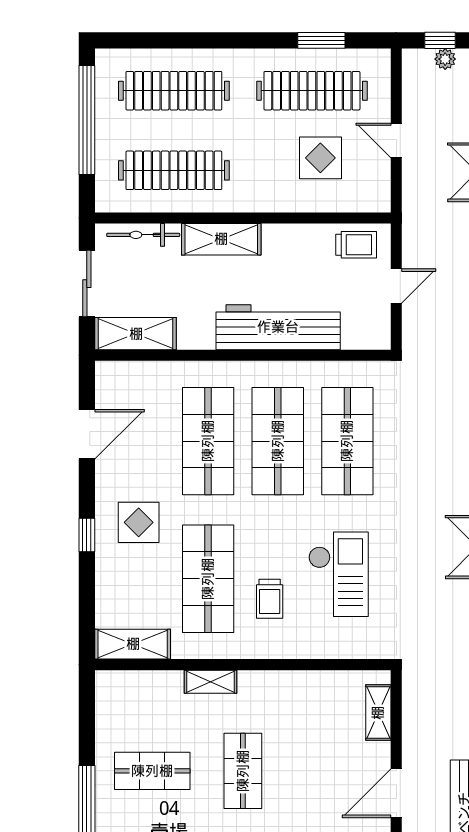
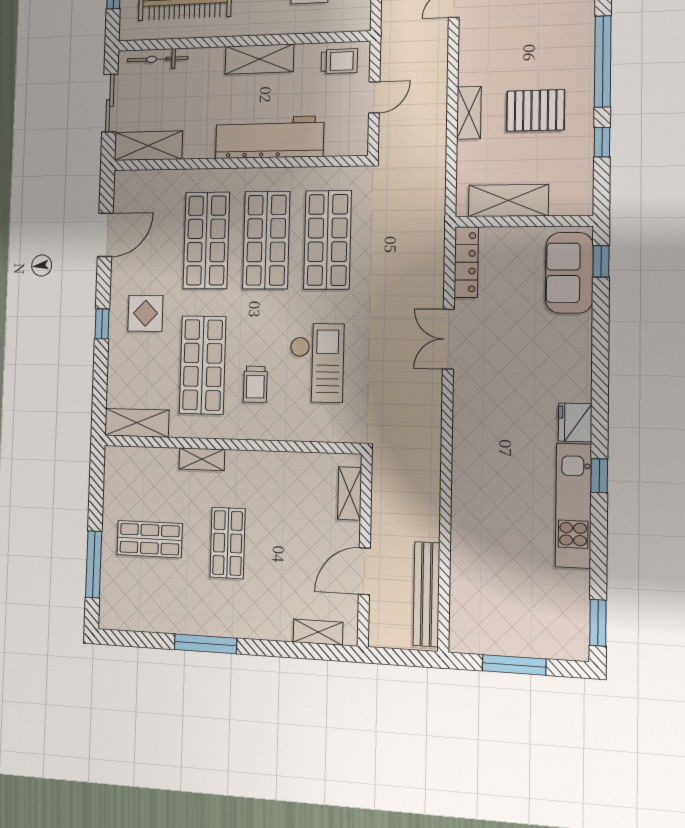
shelving: (221, 239) -> (259, 59), moved

